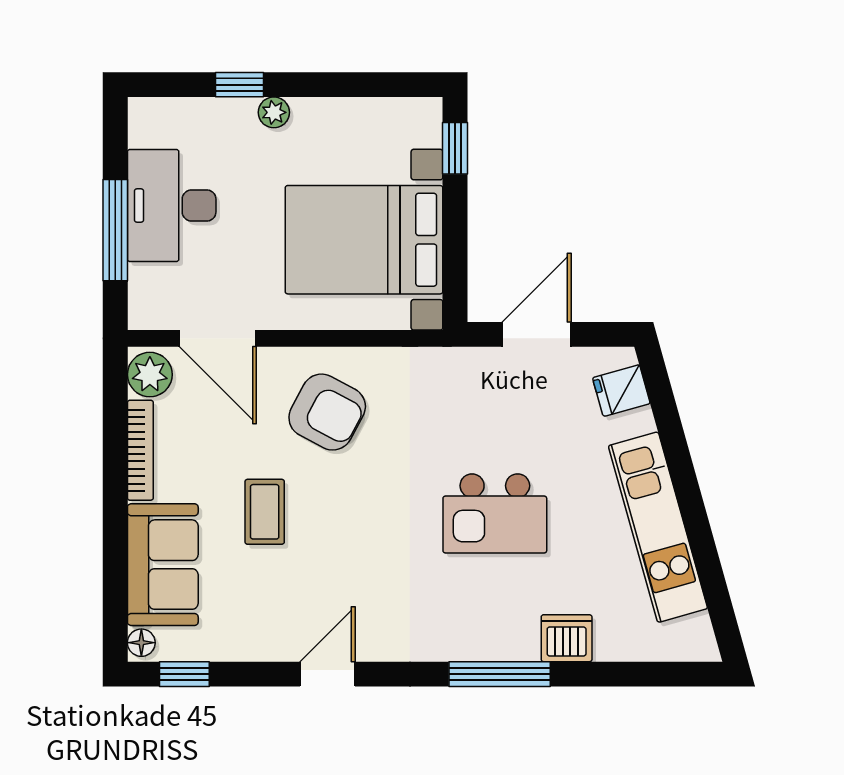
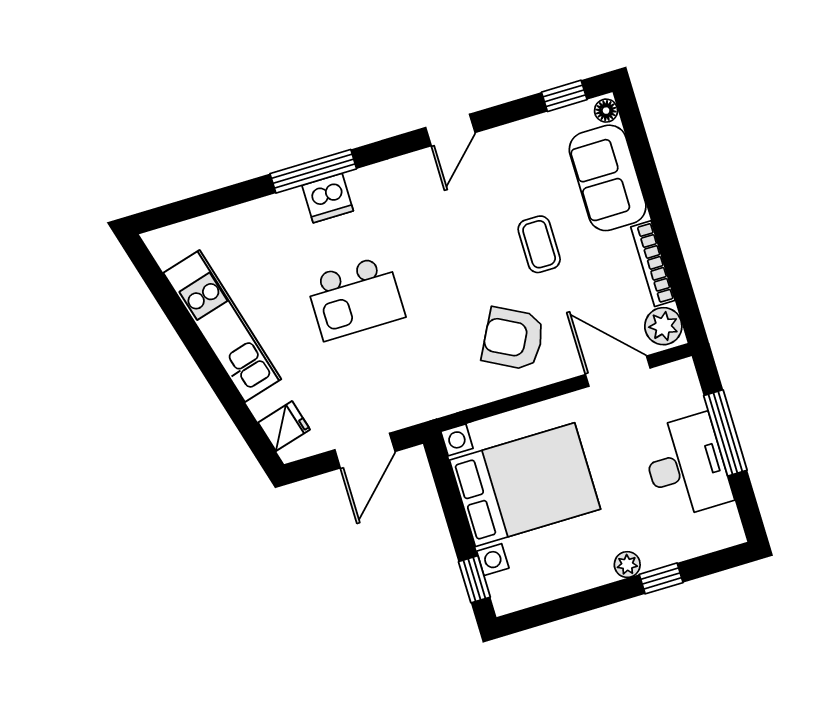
kitchen island: (495, 513) -> (355, 298), turned 180
dishwasher: (567, 638) -> (328, 198), moved

